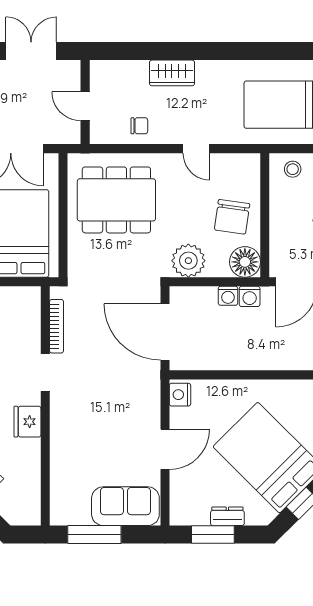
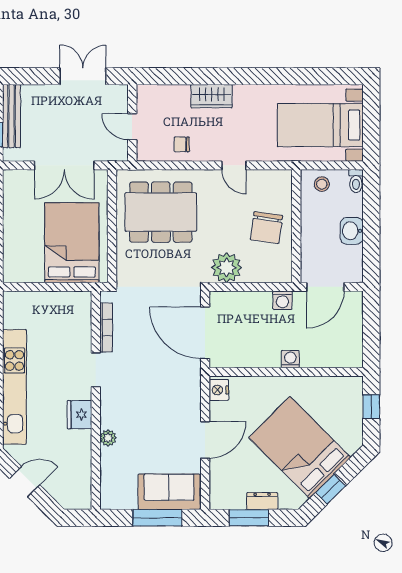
chair: (139, 126) -> (182, 144), turned 180
floor lamp: (245, 262) -> (278, 269), removed
washing machine: (228, 296) -> (290, 359), moved, turned 180
plant: (59, 447) -> (108, 438), added
window: (94, 535) -> (157, 518), moved

